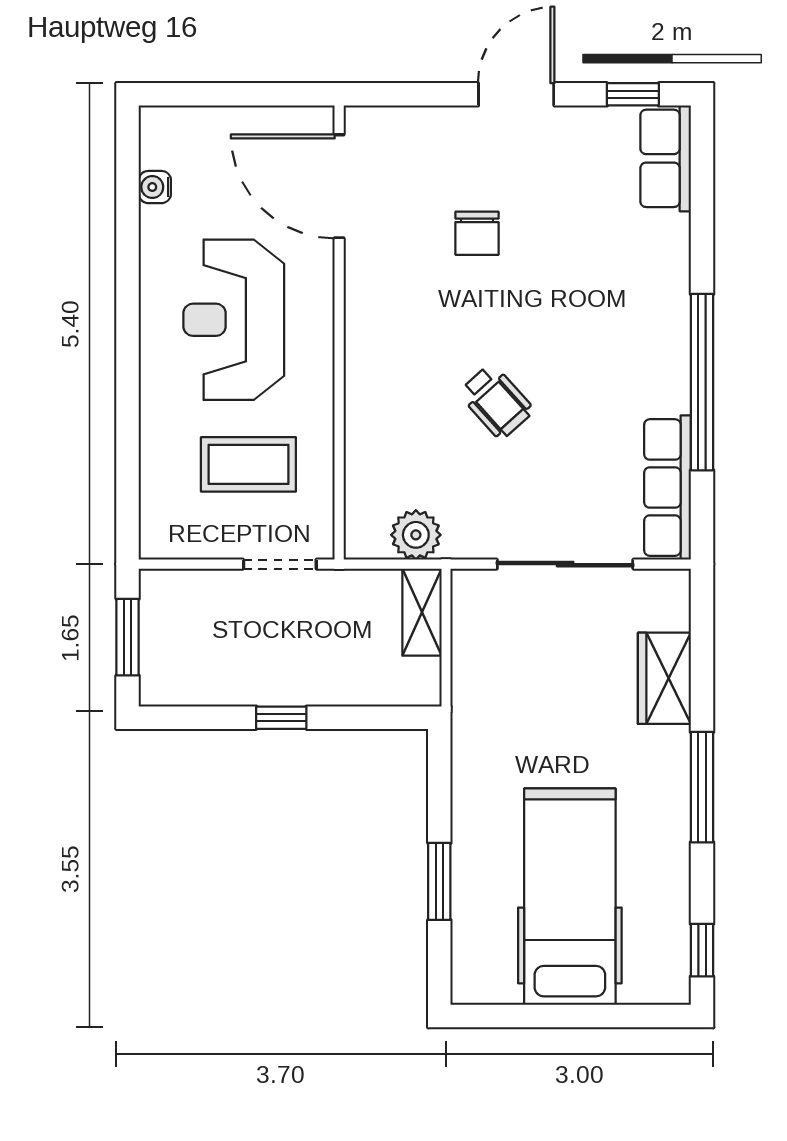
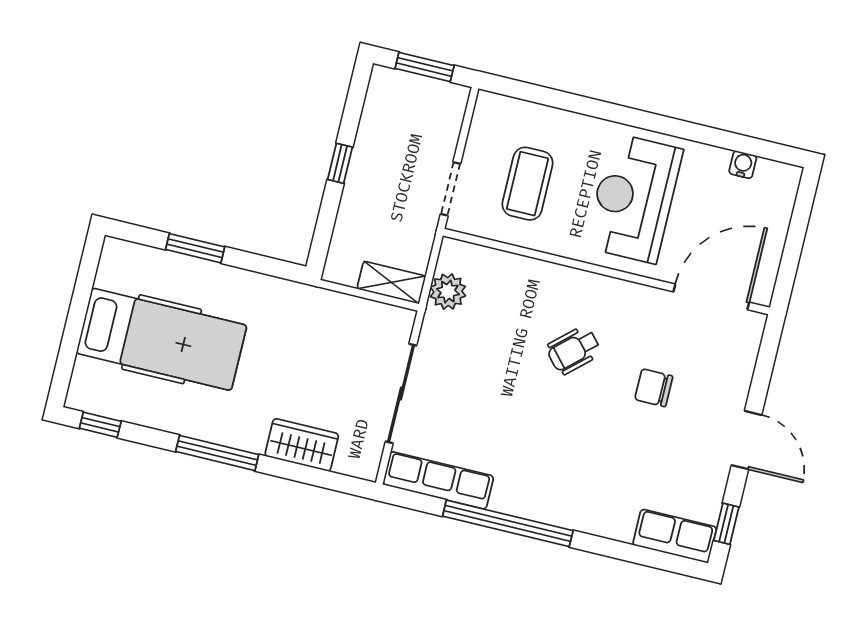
reception desk: (234, 320) -> (634, 198), turned -90
wheelchair: (496, 402) -> (574, 350), moved

